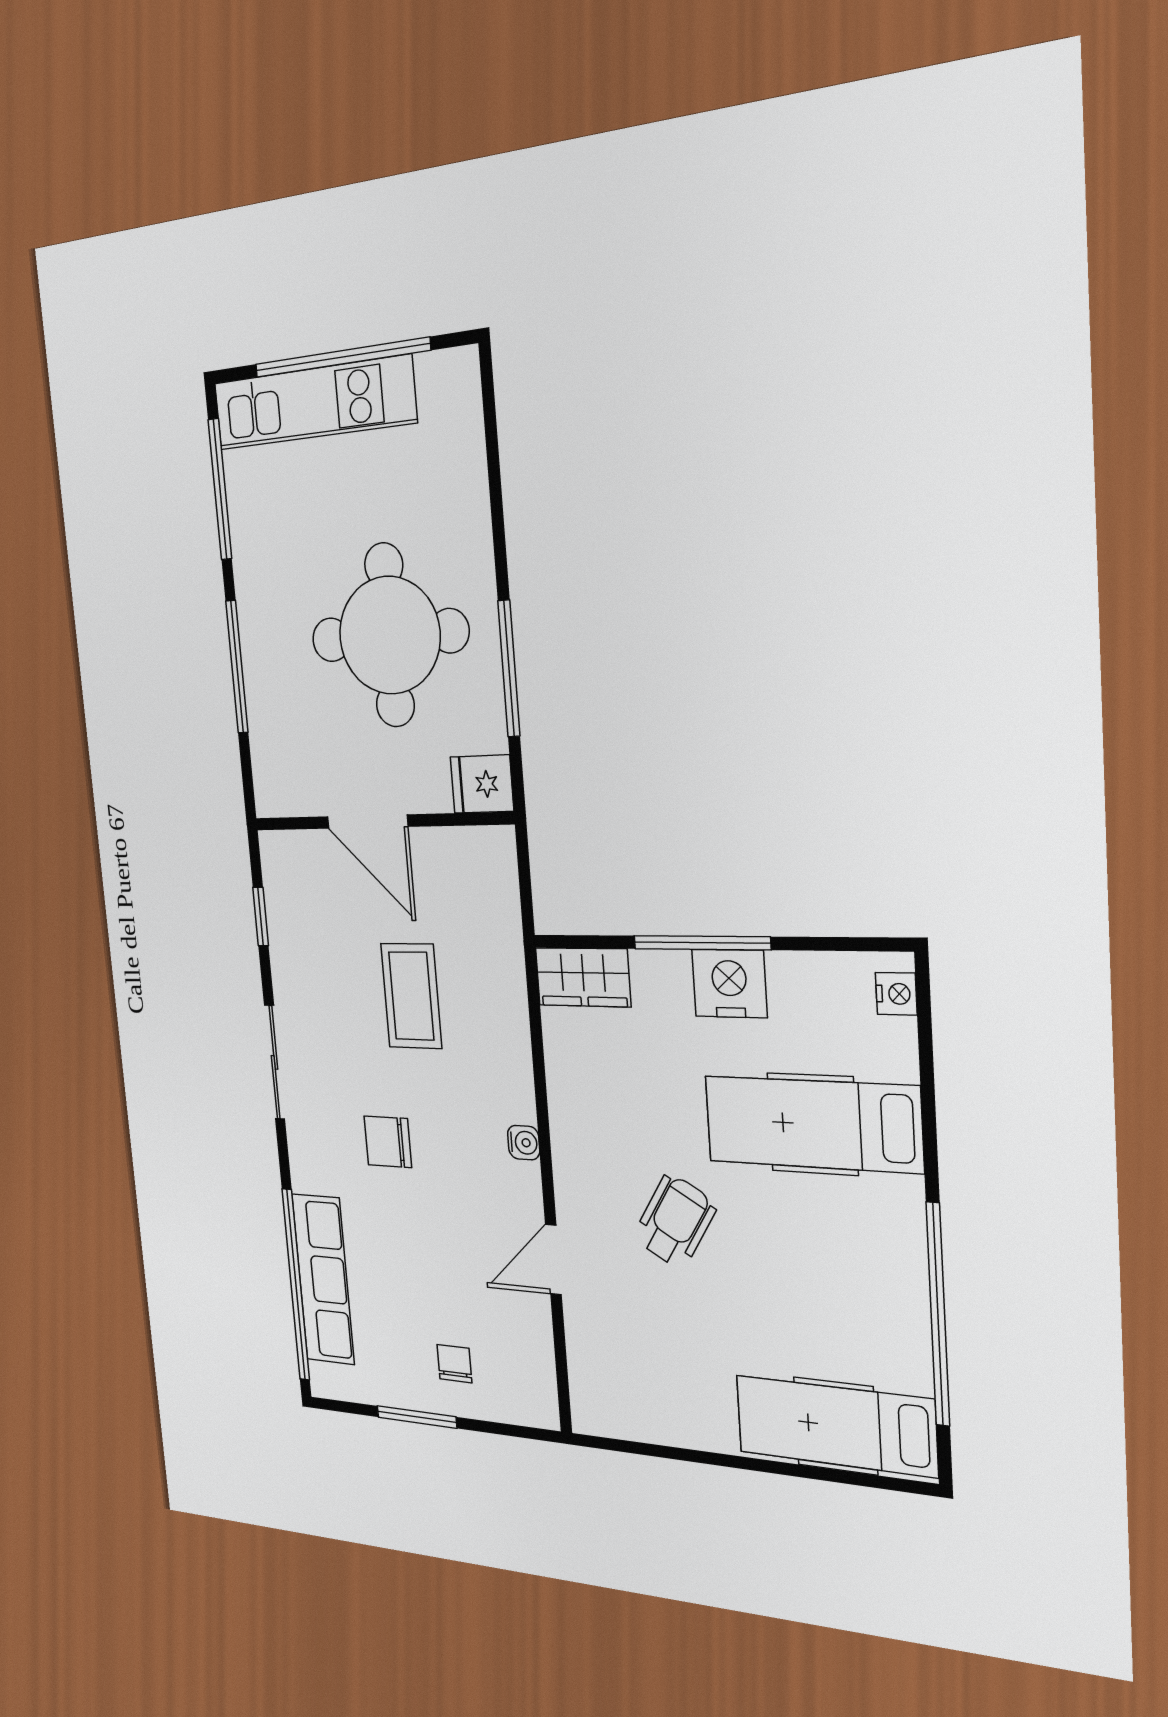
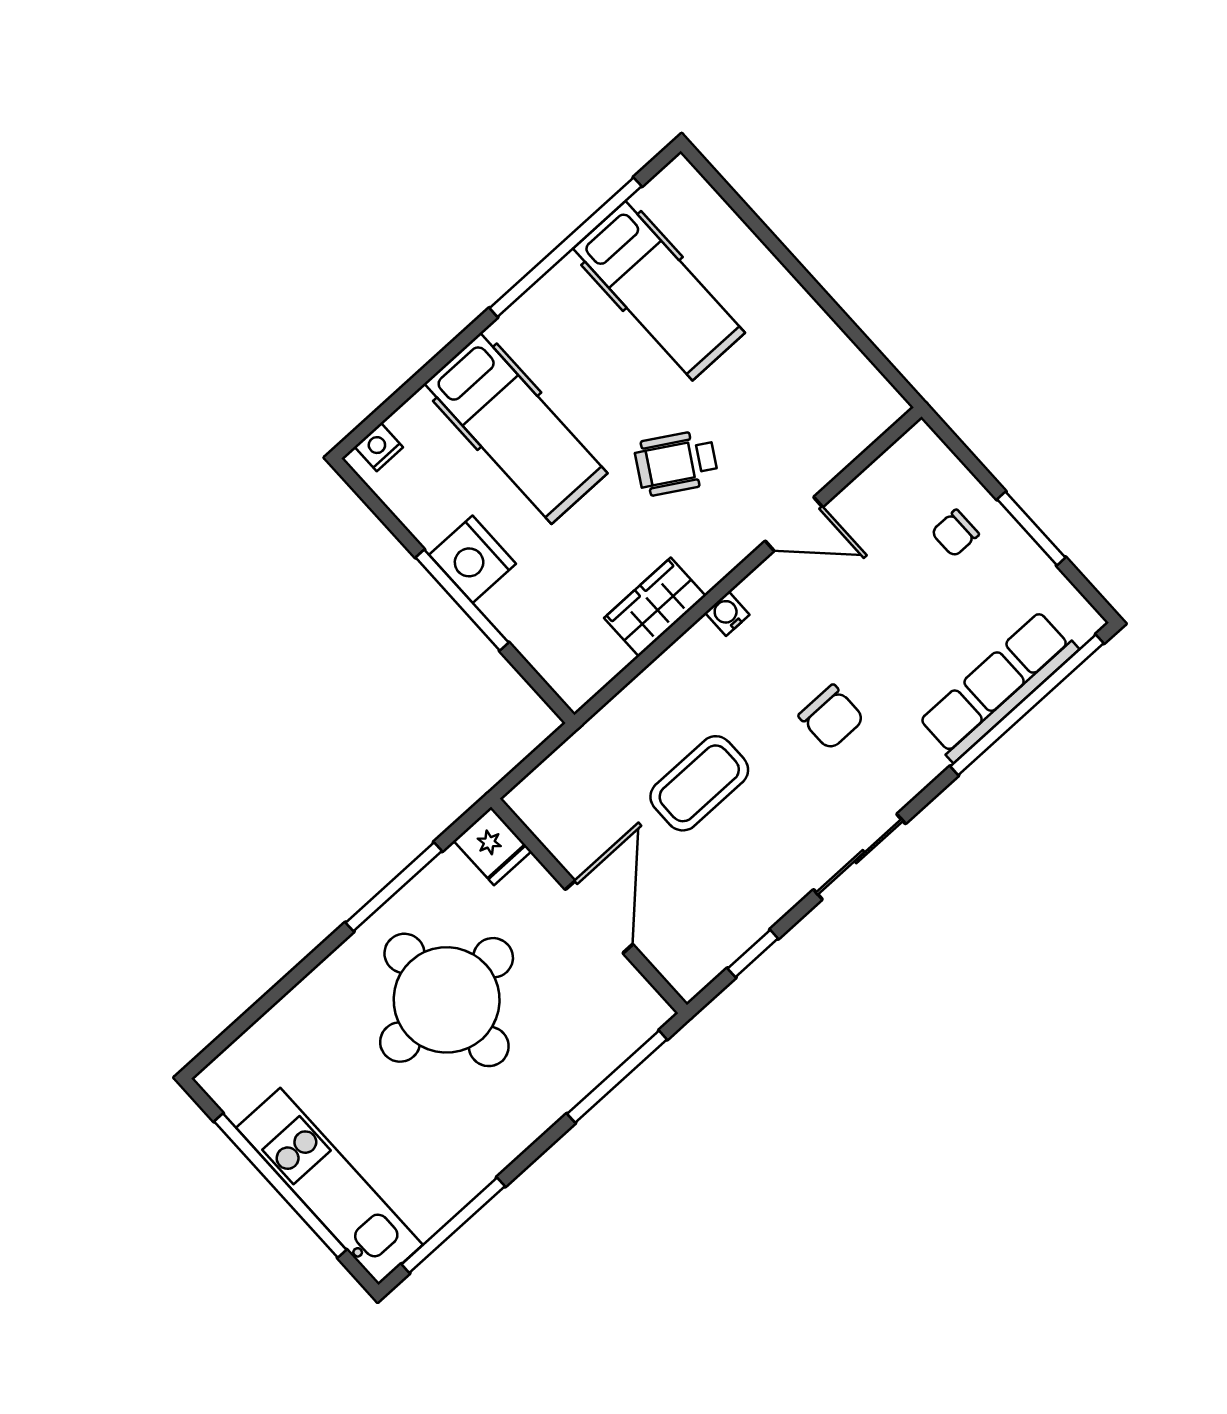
window: (237, 667) -> (617, 1077), moved
wardrobe: (583, 977) -> (655, 607), moved, turned -90
hospital bed: (836, 1426) -> (659, 291), moved

